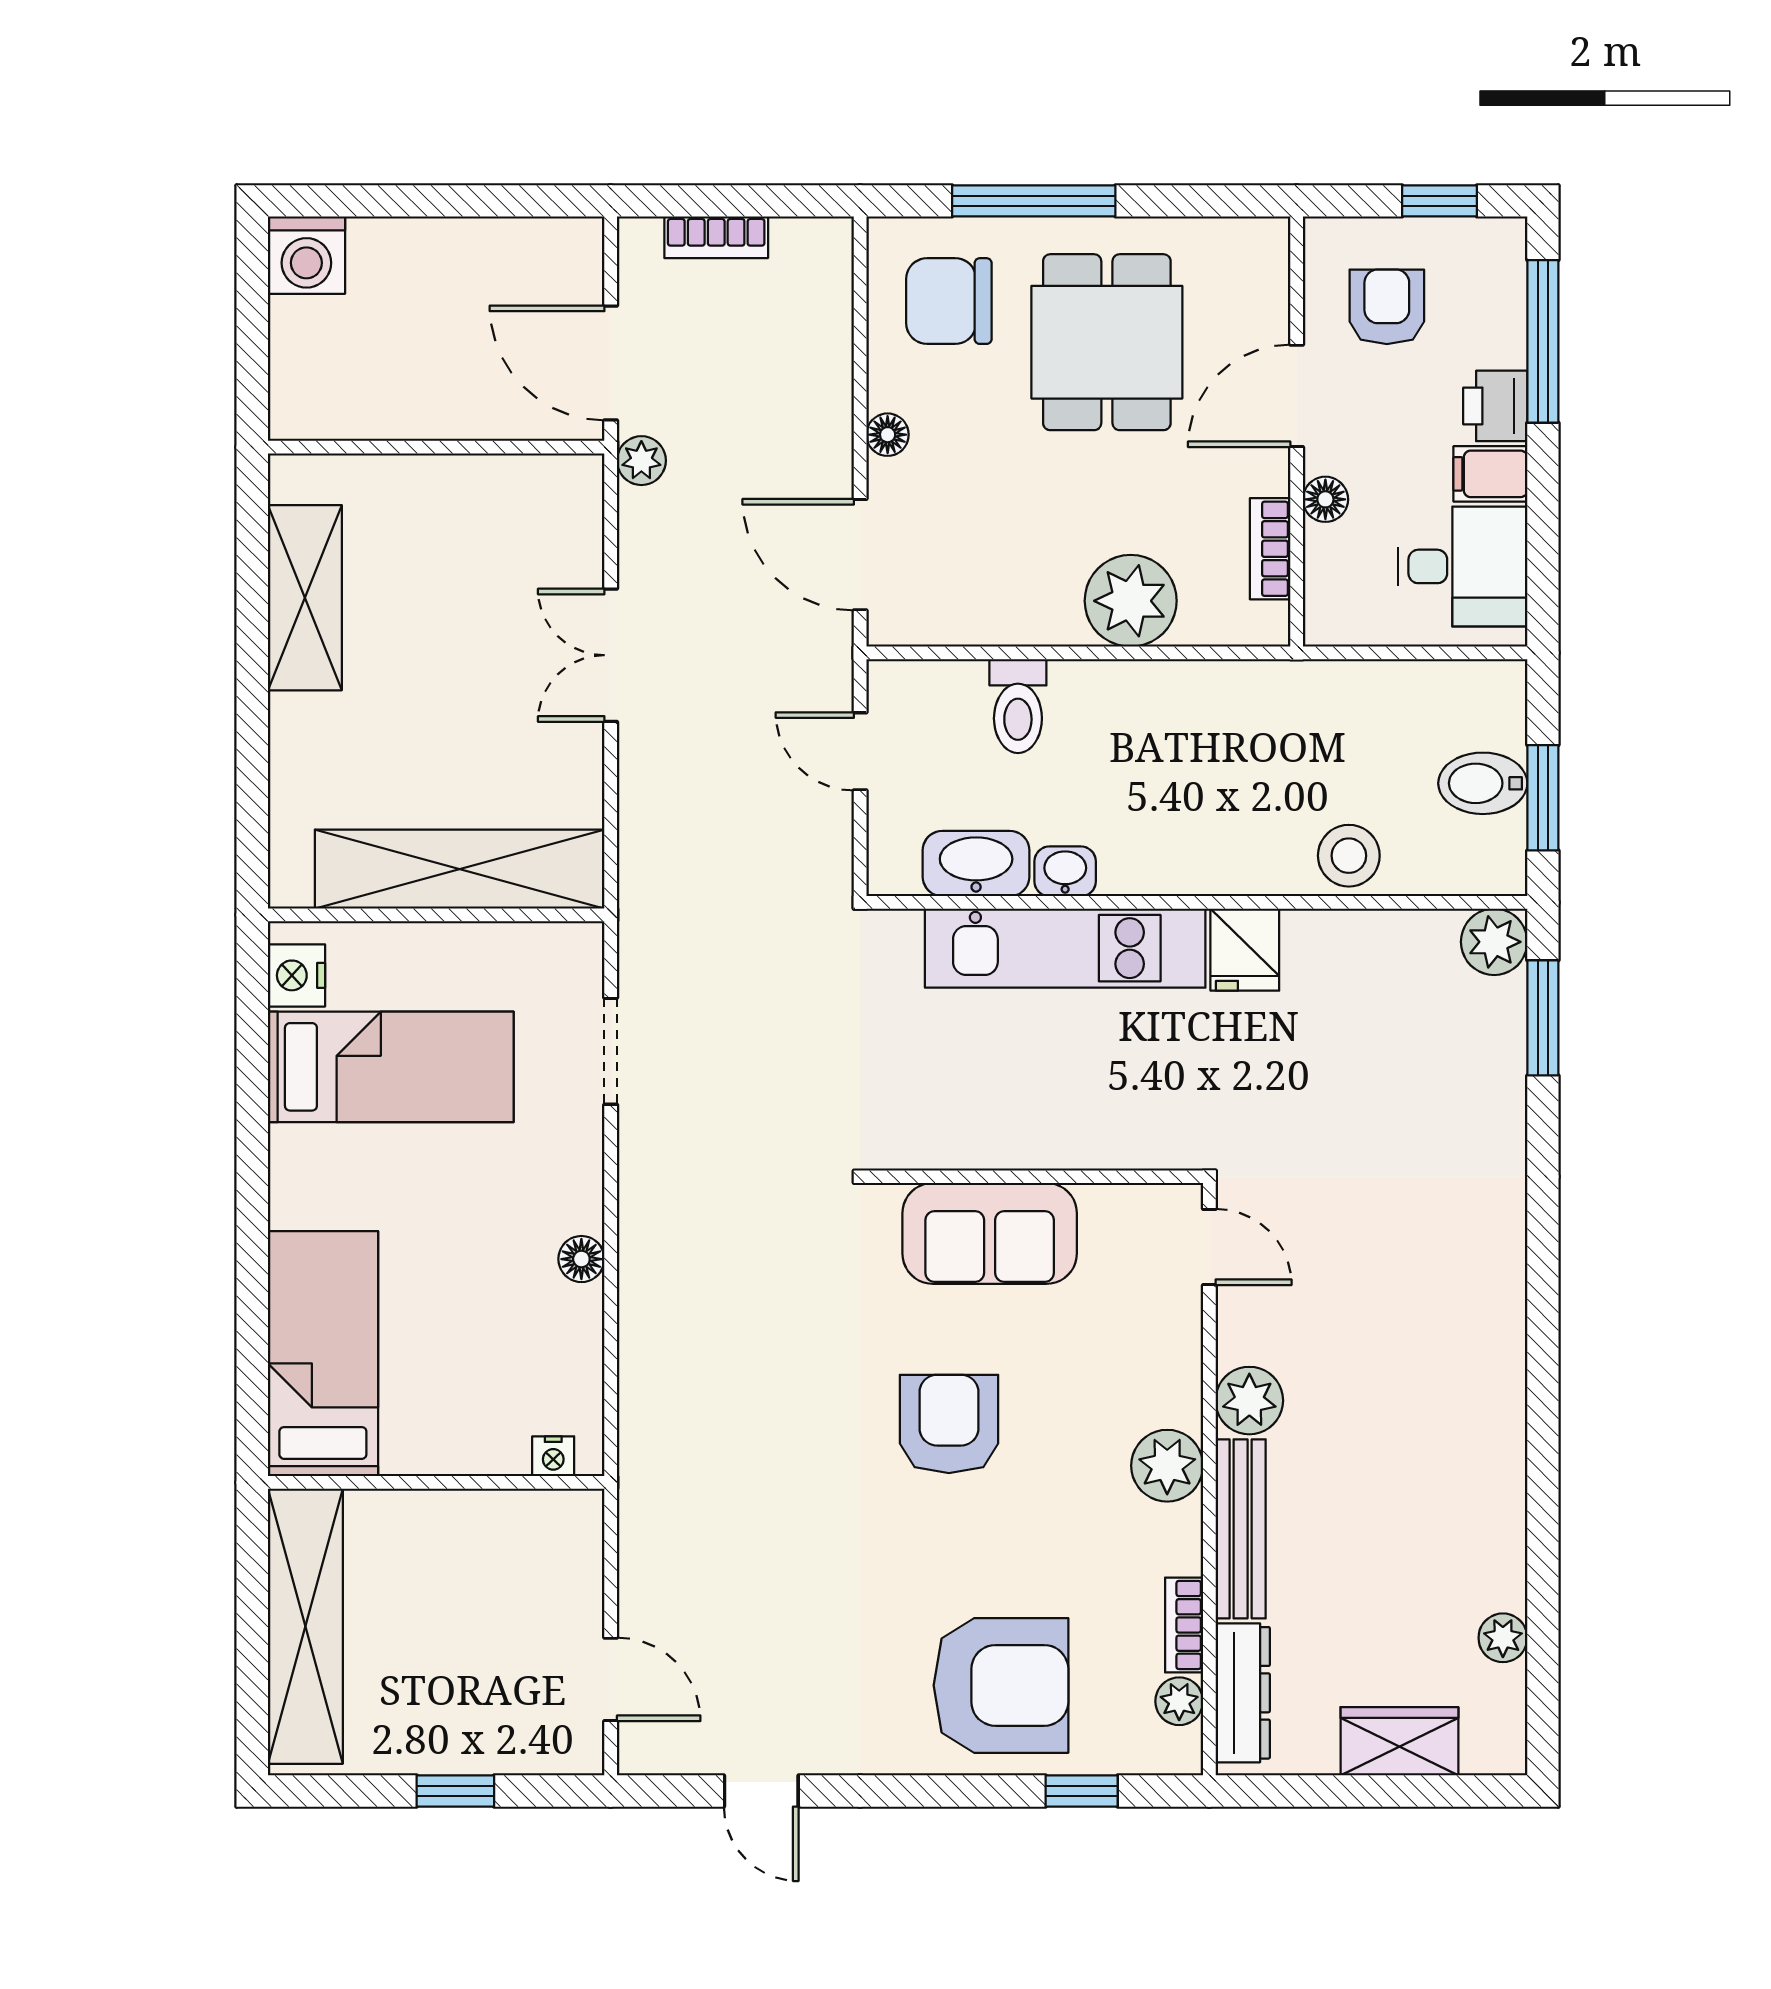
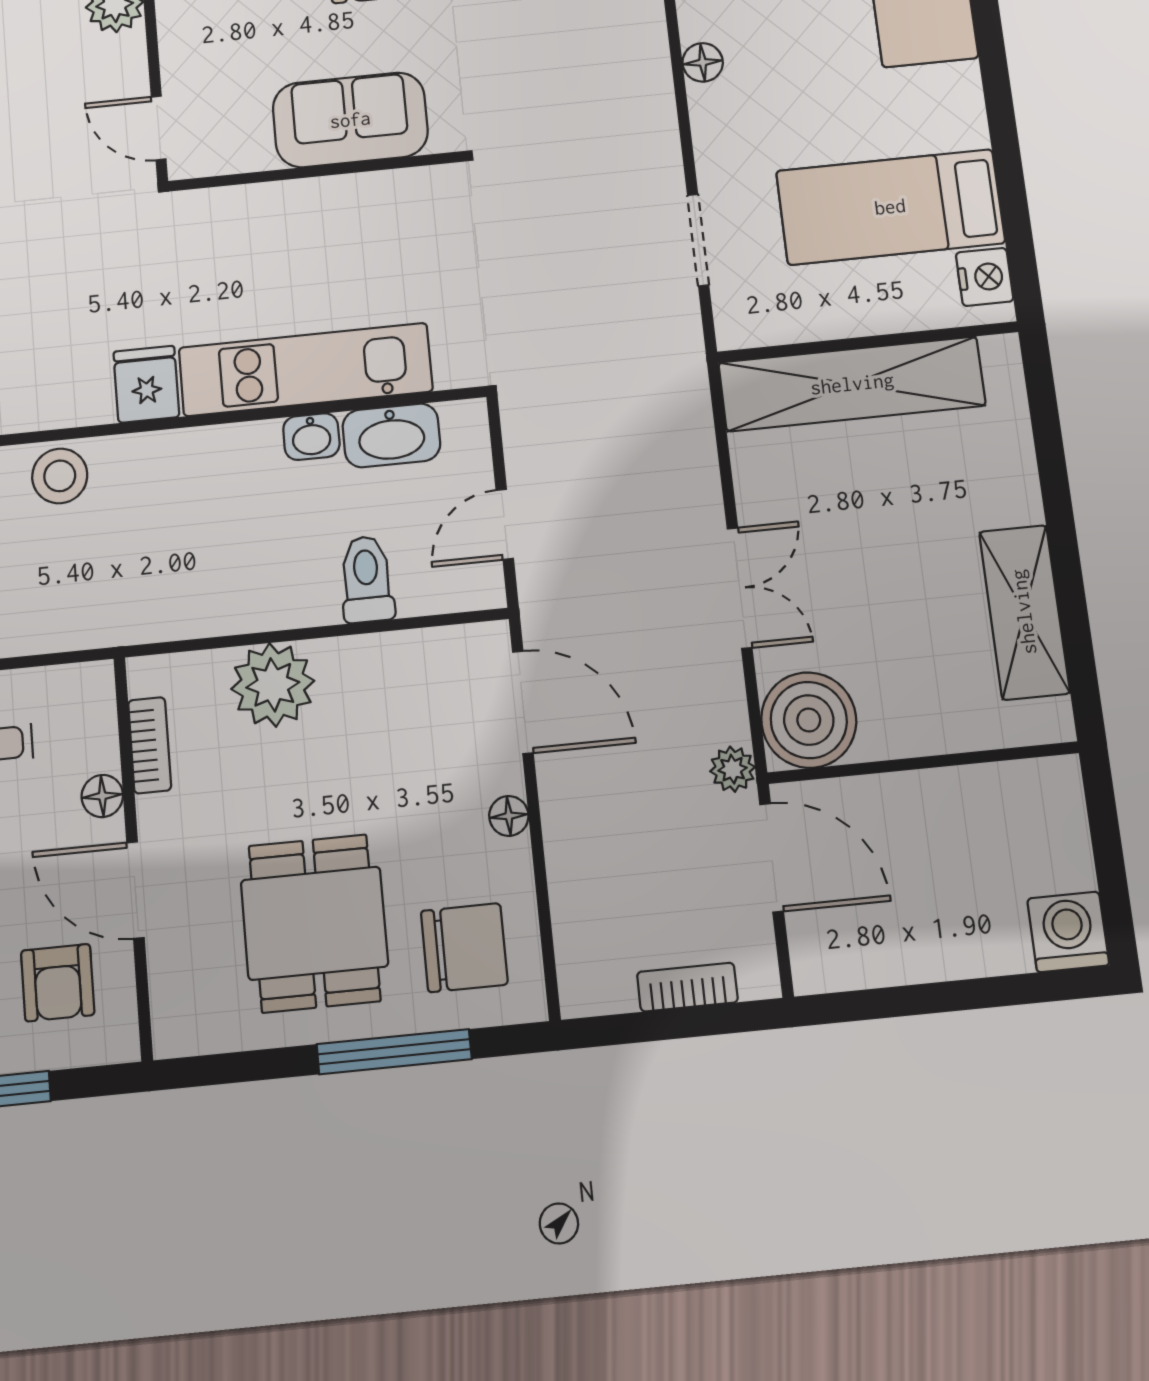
door: (1297, 396) -> (135, 890), swing flipped
boiler: (553, 505) -> (809, 720), added
door: (860, 751) -> (505, 524), swing flipped

